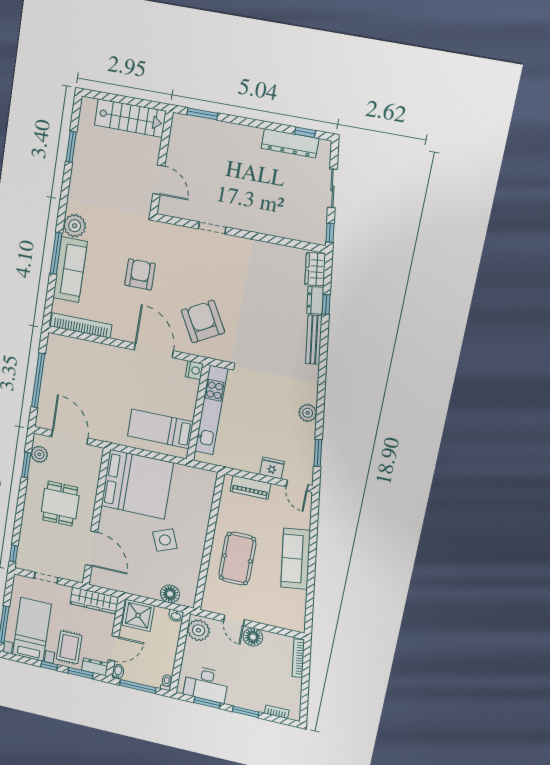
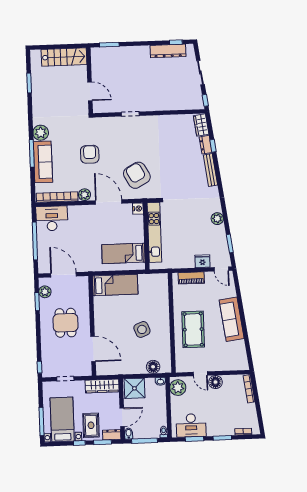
plant: (121, 332) -> (85, 195), added
desk: (68, 354) -> (52, 218), added
bed: (137, 484) -> (115, 285), width x0.49

